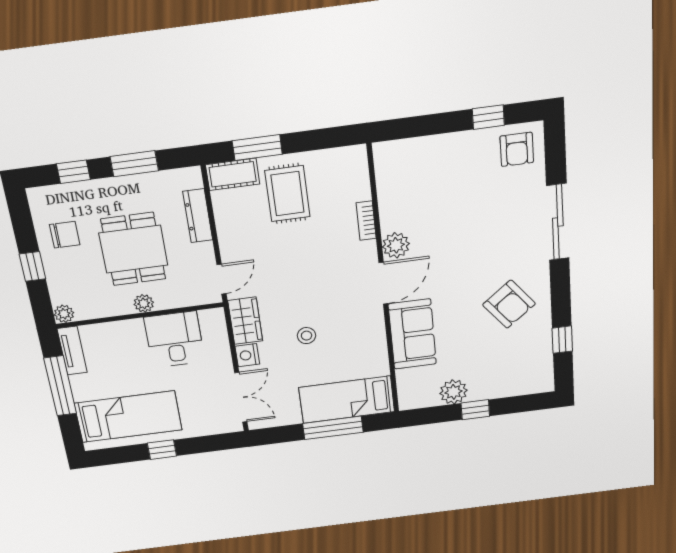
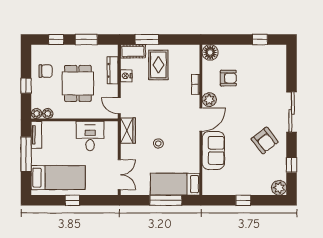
armchair: (517, 149) -> (228, 78), moved, turned -90
floor lamp: (389, 156) -> (210, 52), added
sliding door: (558, 222) -> (292, 112), moved
door: (222, 279) -> (119, 106), swing flipped
plant: (144, 303) -> (48, 114), moved
nightstand: (247, 355) -> (126, 76), moved
plant: (453, 392) -> (279, 188), moved

